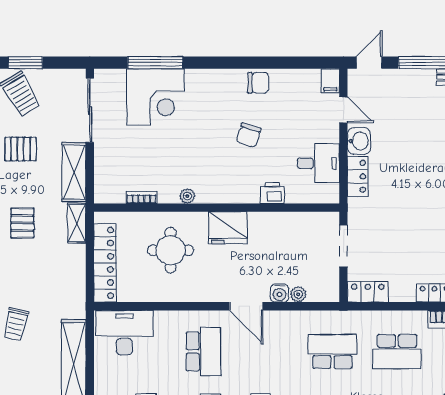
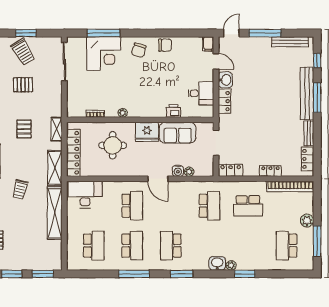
chair: (249, 135) -> (139, 50), moved
shelving: (74, 172) -> (55, 168), moved
sofa: (279, 229) -> (178, 133), added
school desk: (332, 352) -> (209, 206), turned 90

